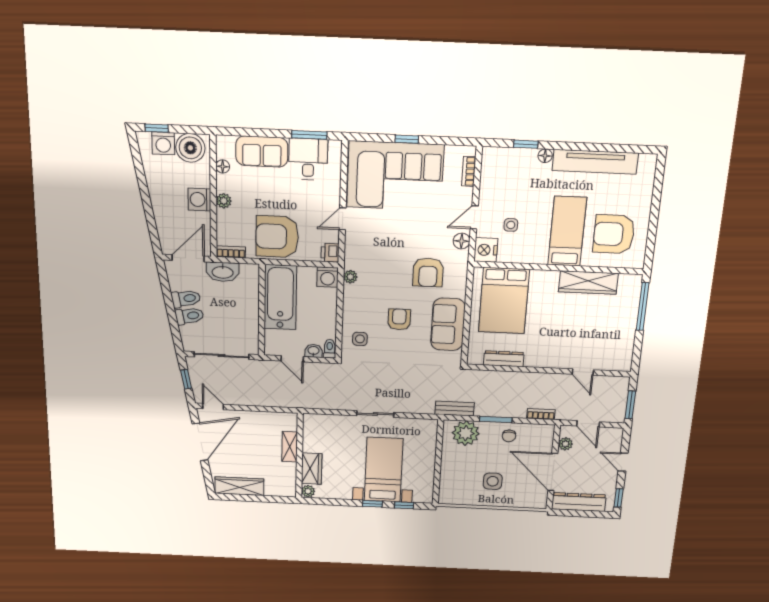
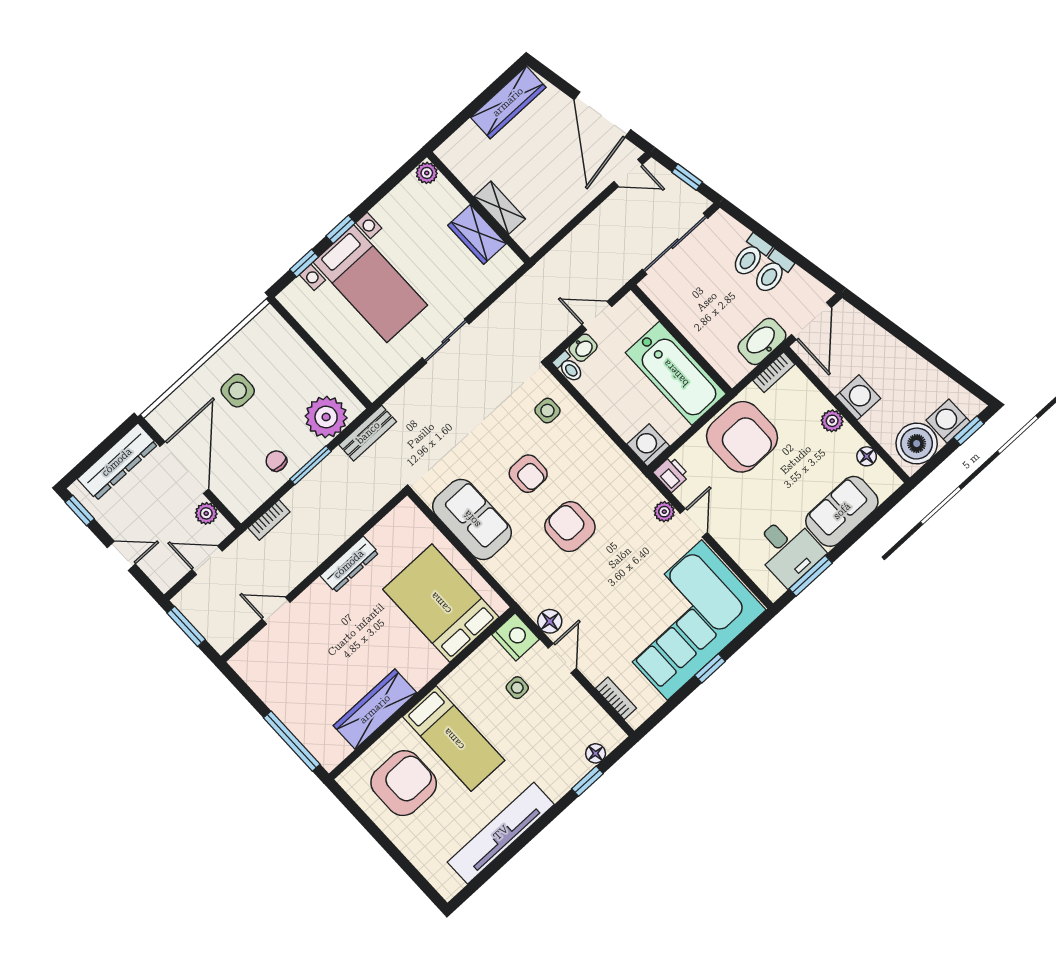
floor lamp: (545, 156) -> (596, 753), moved
armchair: (277, 237) -> (742, 437), turned 90
armchair: (428, 272) -> (570, 527), moved
plant: (350, 277) -> (664, 512), moved
dresser: (504, 359) -> (349, 564), moved
wardrobe: (312, 469) -> (477, 234), moved
door: (553, 472) -> (184, 468), hinge flipped

